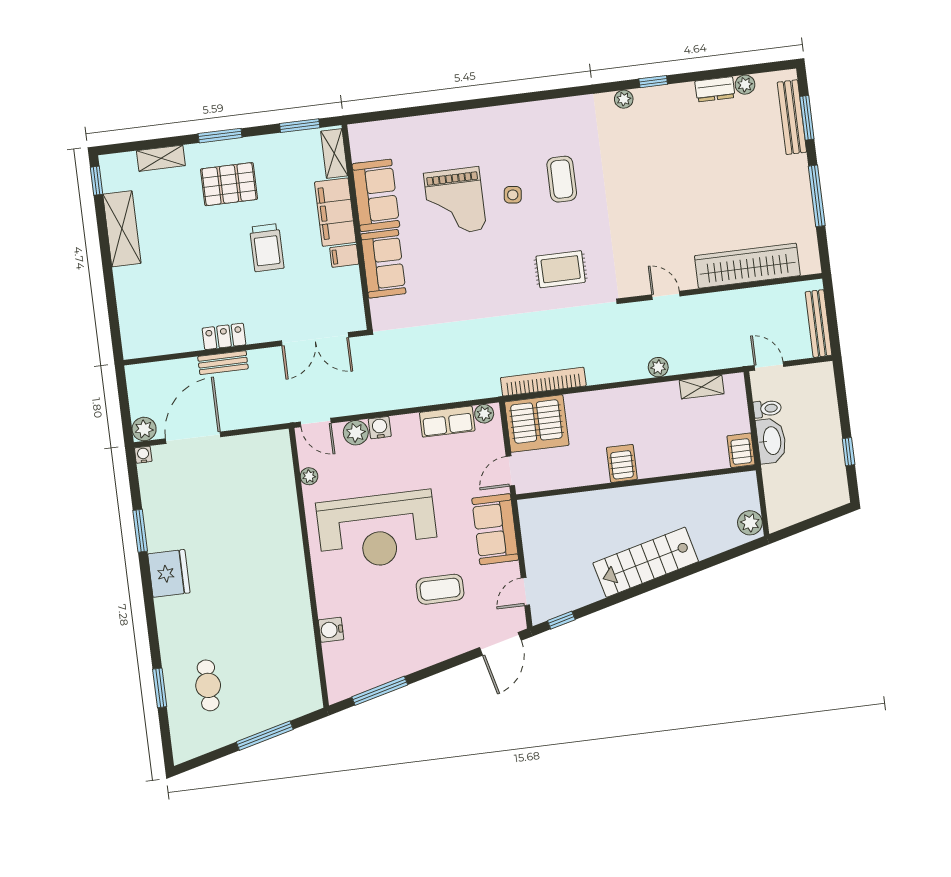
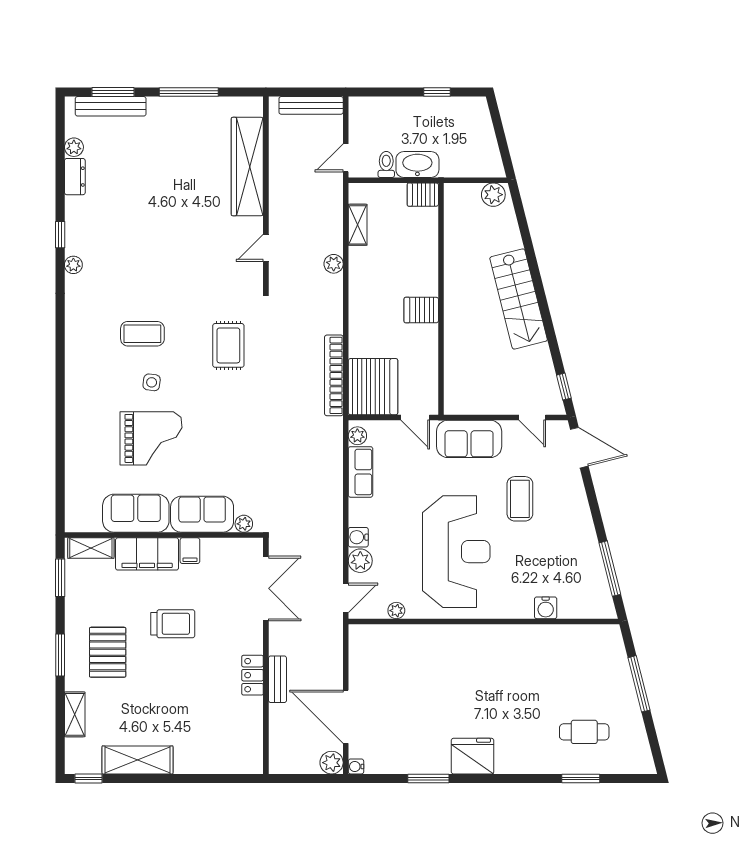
plant: (379, 308) -> (244, 524), added

